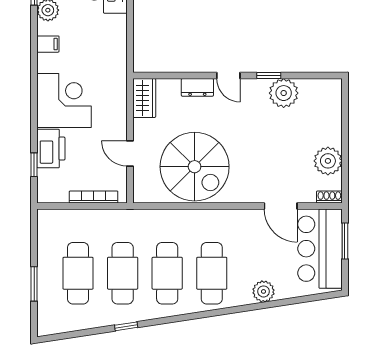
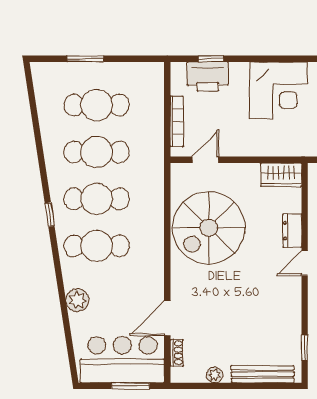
window: (269, 76) -> (305, 348), moved
plant: (284, 93) -> (286, 321), removed
bench: (334, 116) -> (263, 374), added
printer: (51, 149) -> (208, 76), moved
door: (130, 153) -> (205, 160), moved
plant: (328, 161) -> (215, 375), width x0.53, depth x0.53
shoe rack: (329, 197) -> (177, 353), moved
window: (126, 326) -> (50, 215), moved

